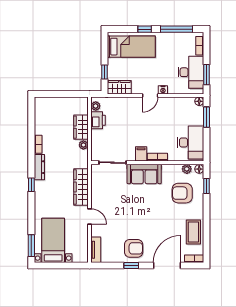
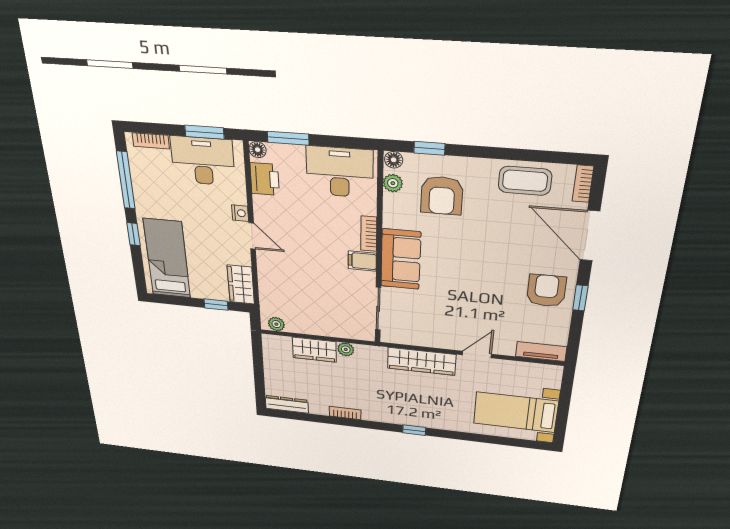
printer: (98, 120) -> (265, 179), moved, turned 90
dresser: (39, 167) -> (287, 404), moved
window: (31, 246) -> (522, 443), removed

